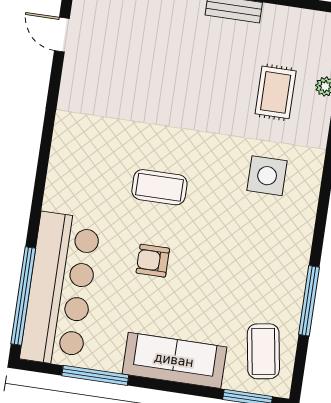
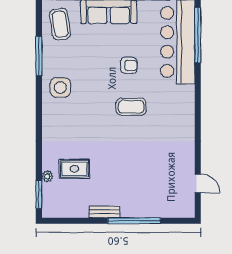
rug: (276, 92) -> (74, 169), turned 90
side table: (267, 176) -> (60, 87), moved

